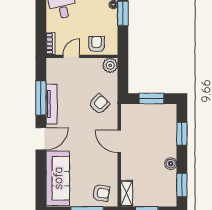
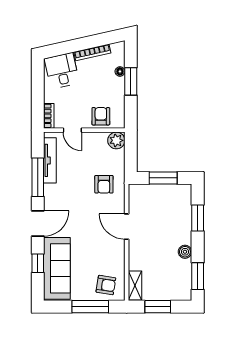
door: (71, 56) -> (72, 130), swing flipped
tv unit: (52, 104) -> (50, 160), moved
armchair: (99, 104) -> (104, 184), turned 136
window: (41, 174) -> (38, 263), added

